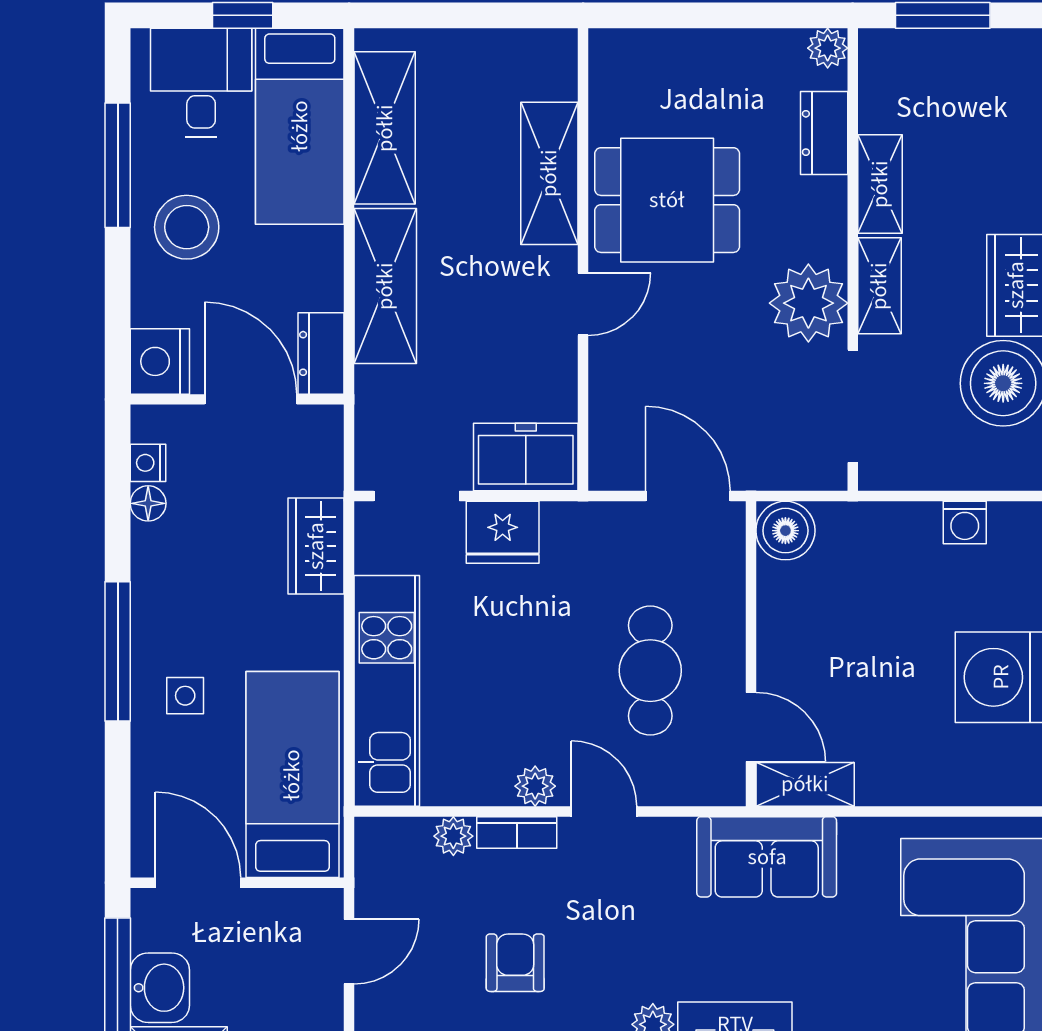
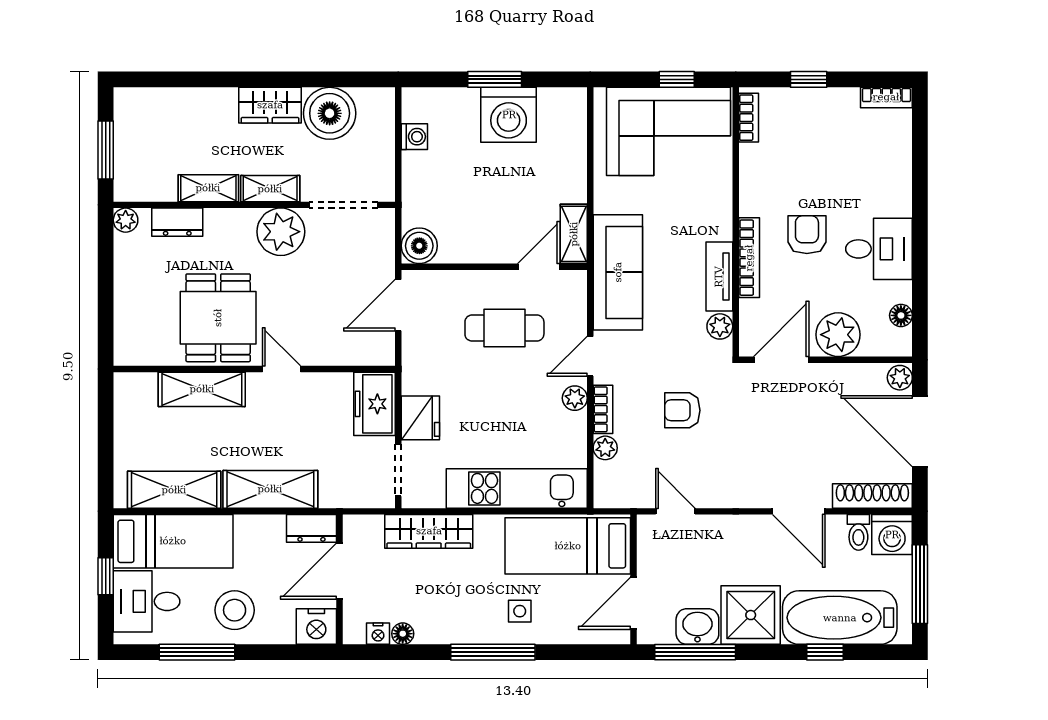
wardrobe: (316, 546) -> (429, 531), width x1.50
sofa: (767, 857) -> (618, 272), width x1.36

